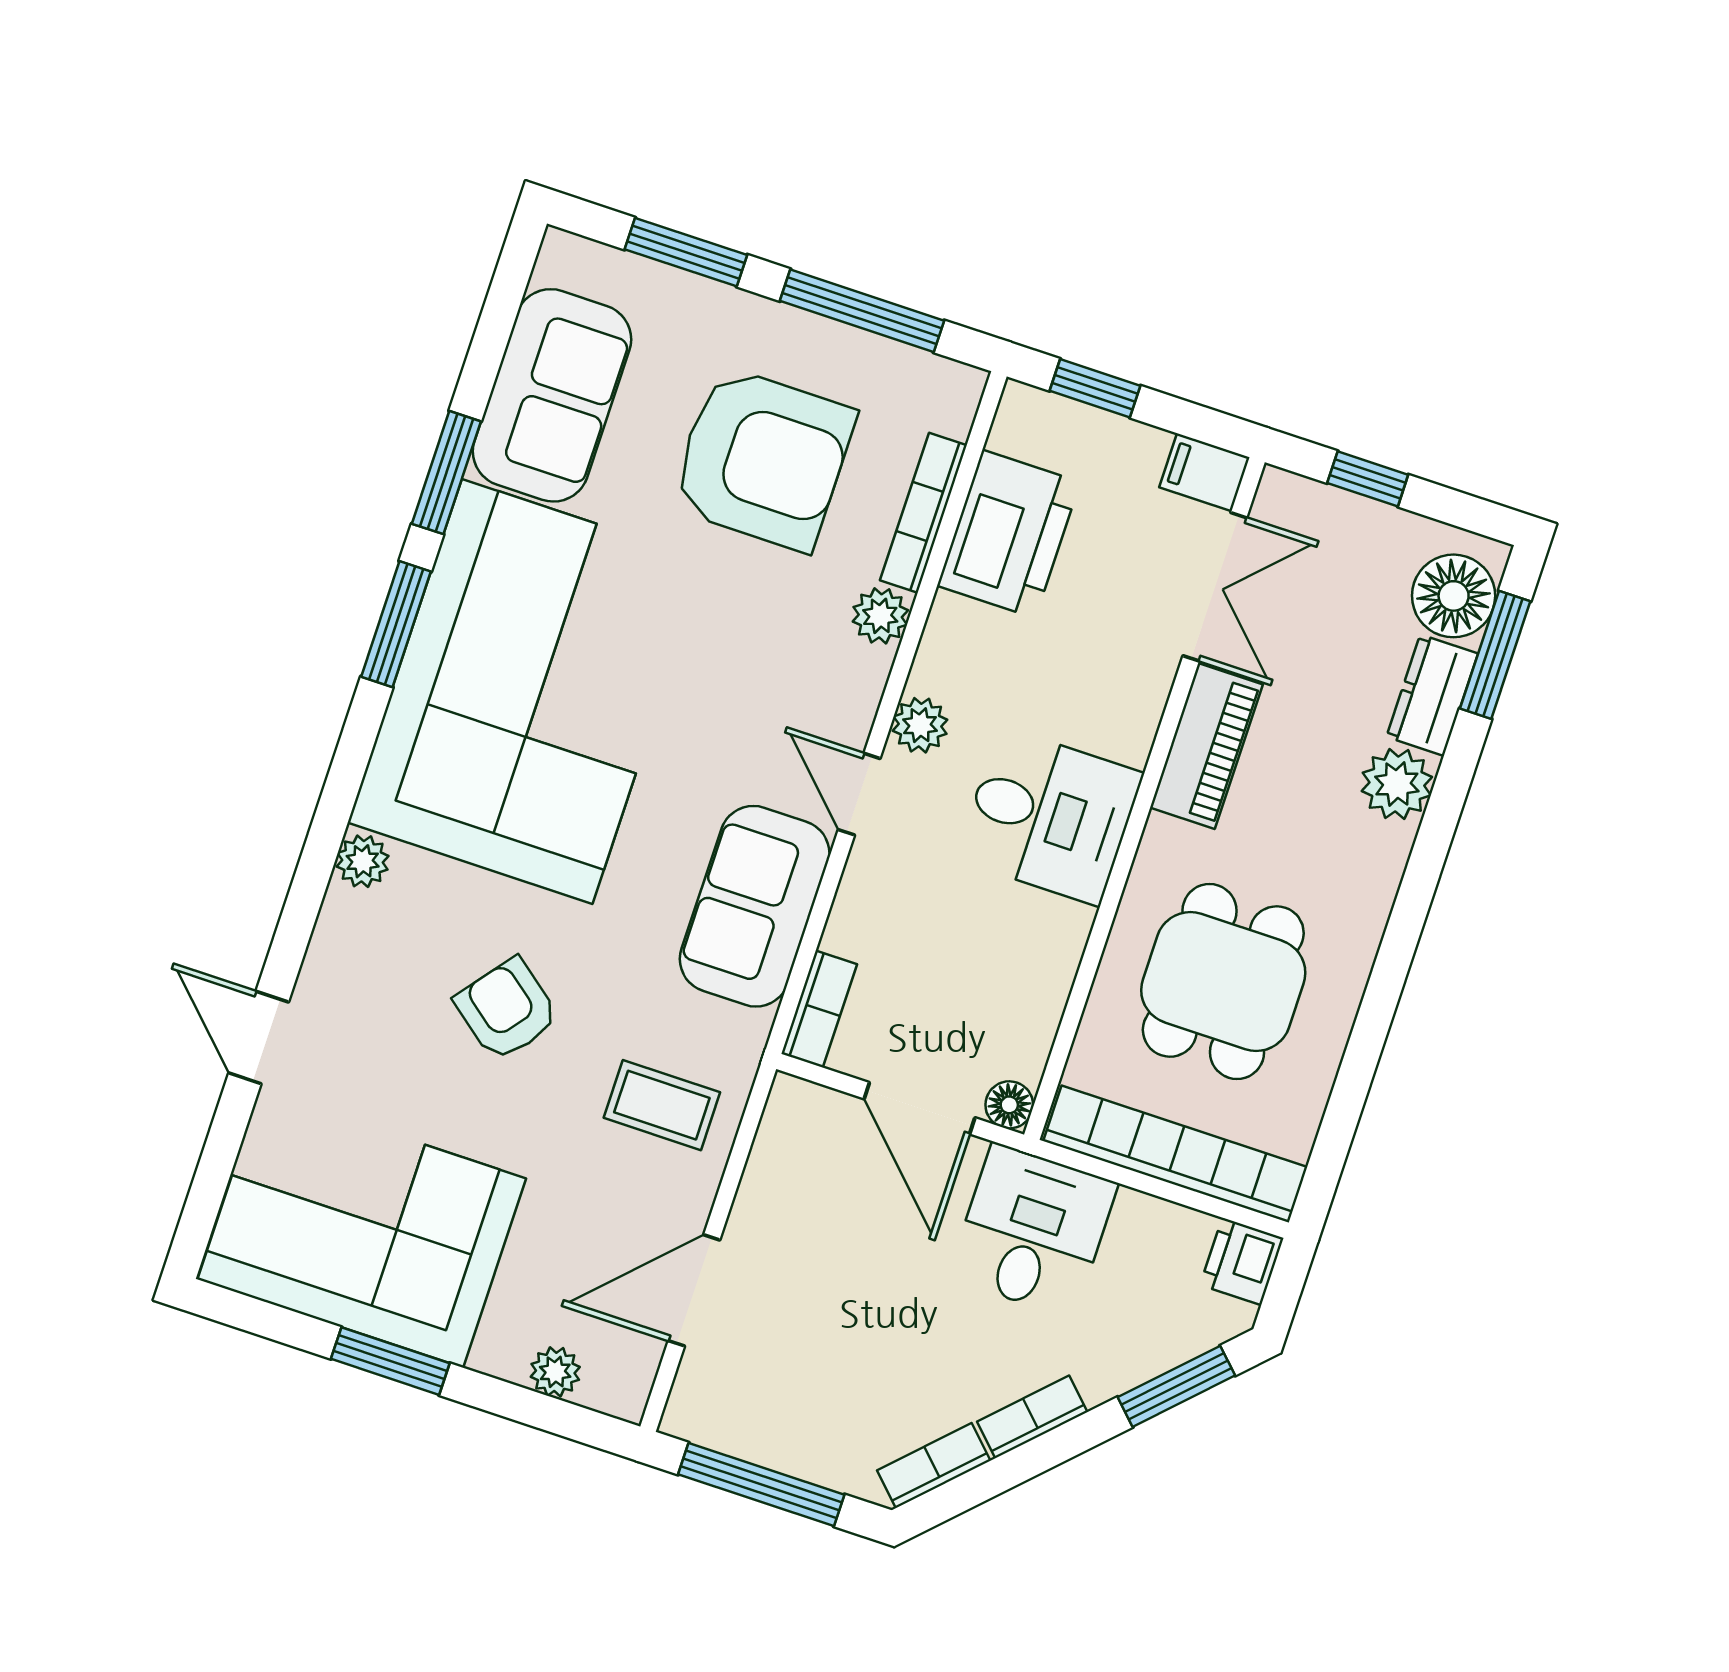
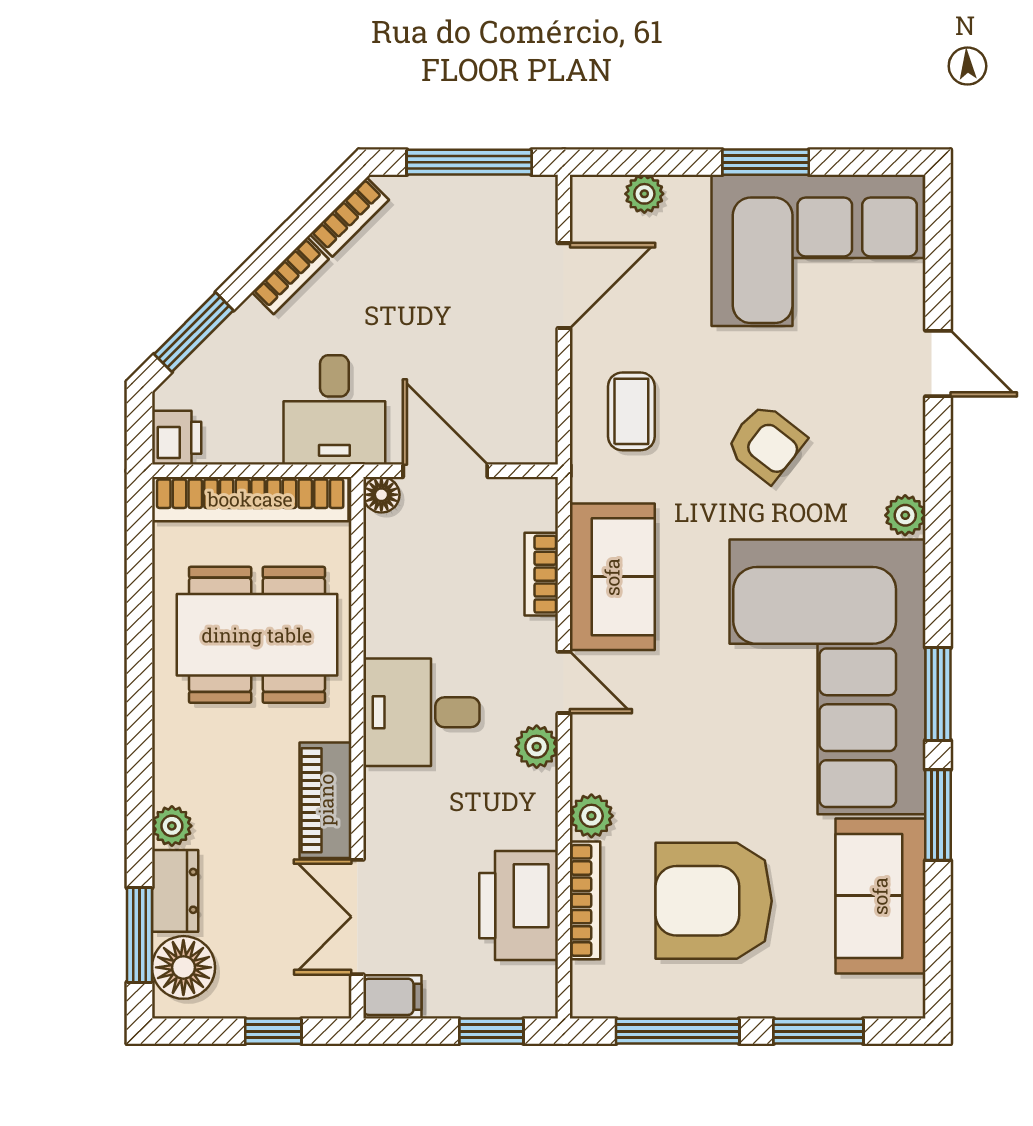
plant: (1397, 784) -> (172, 826), width x0.73, depth x0.73
dining table: (1223, 982) -> (257, 635), width x1.38
bookcase: (819, 1009) -> (541, 574), moved
coffee table: (662, 1105) -> (631, 411), turned 90

